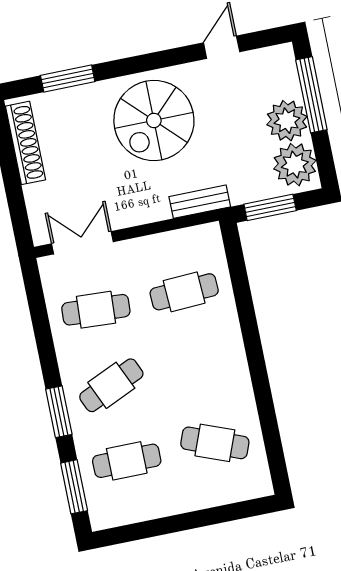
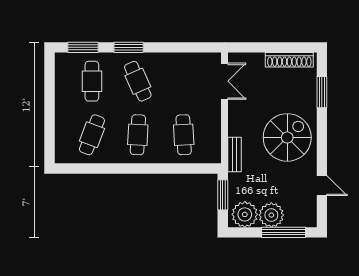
spiral stairs: (154, 120) -> (287, 137), turned 90
cafe table: (96, 310) -> (138, 135), moved

